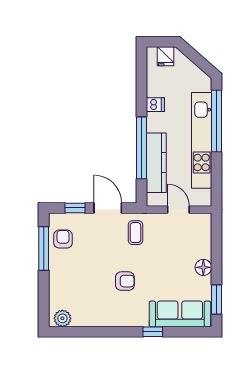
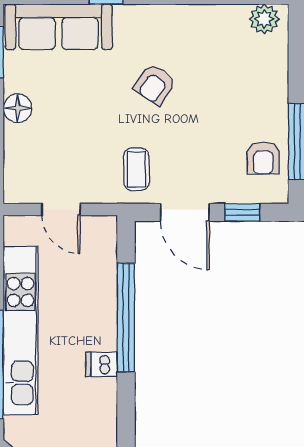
dishwasher: (155, 105) -> (102, 364), moved
kitchen counter: (156, 163) -> (100, 292), removed
armchair: (125, 281) -> (155, 84), turned -56

